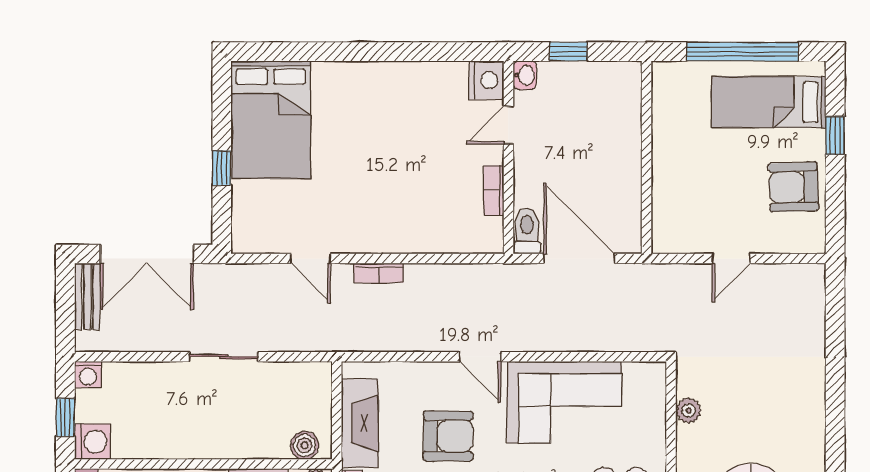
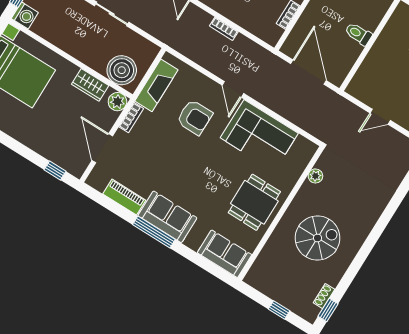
toilet: (527, 231) -> (358, 34), moved, turned -90
bookcase: (379, 273) -> (224, 29), moved
boiler: (305, 445) -> (122, 70), width x1.86, depth x1.86

